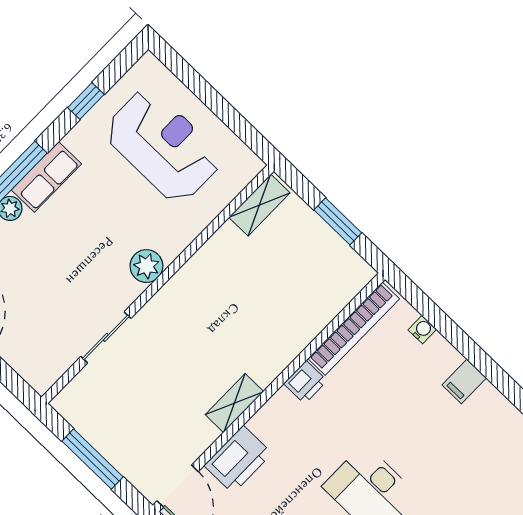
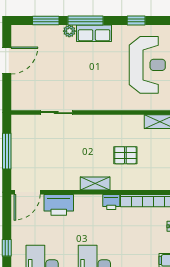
plant: (146, 266) -> (97, 102), removed
pallet: (259, 299) -> (125, 155), added
shelving: (234, 403) -> (95, 183), moved

